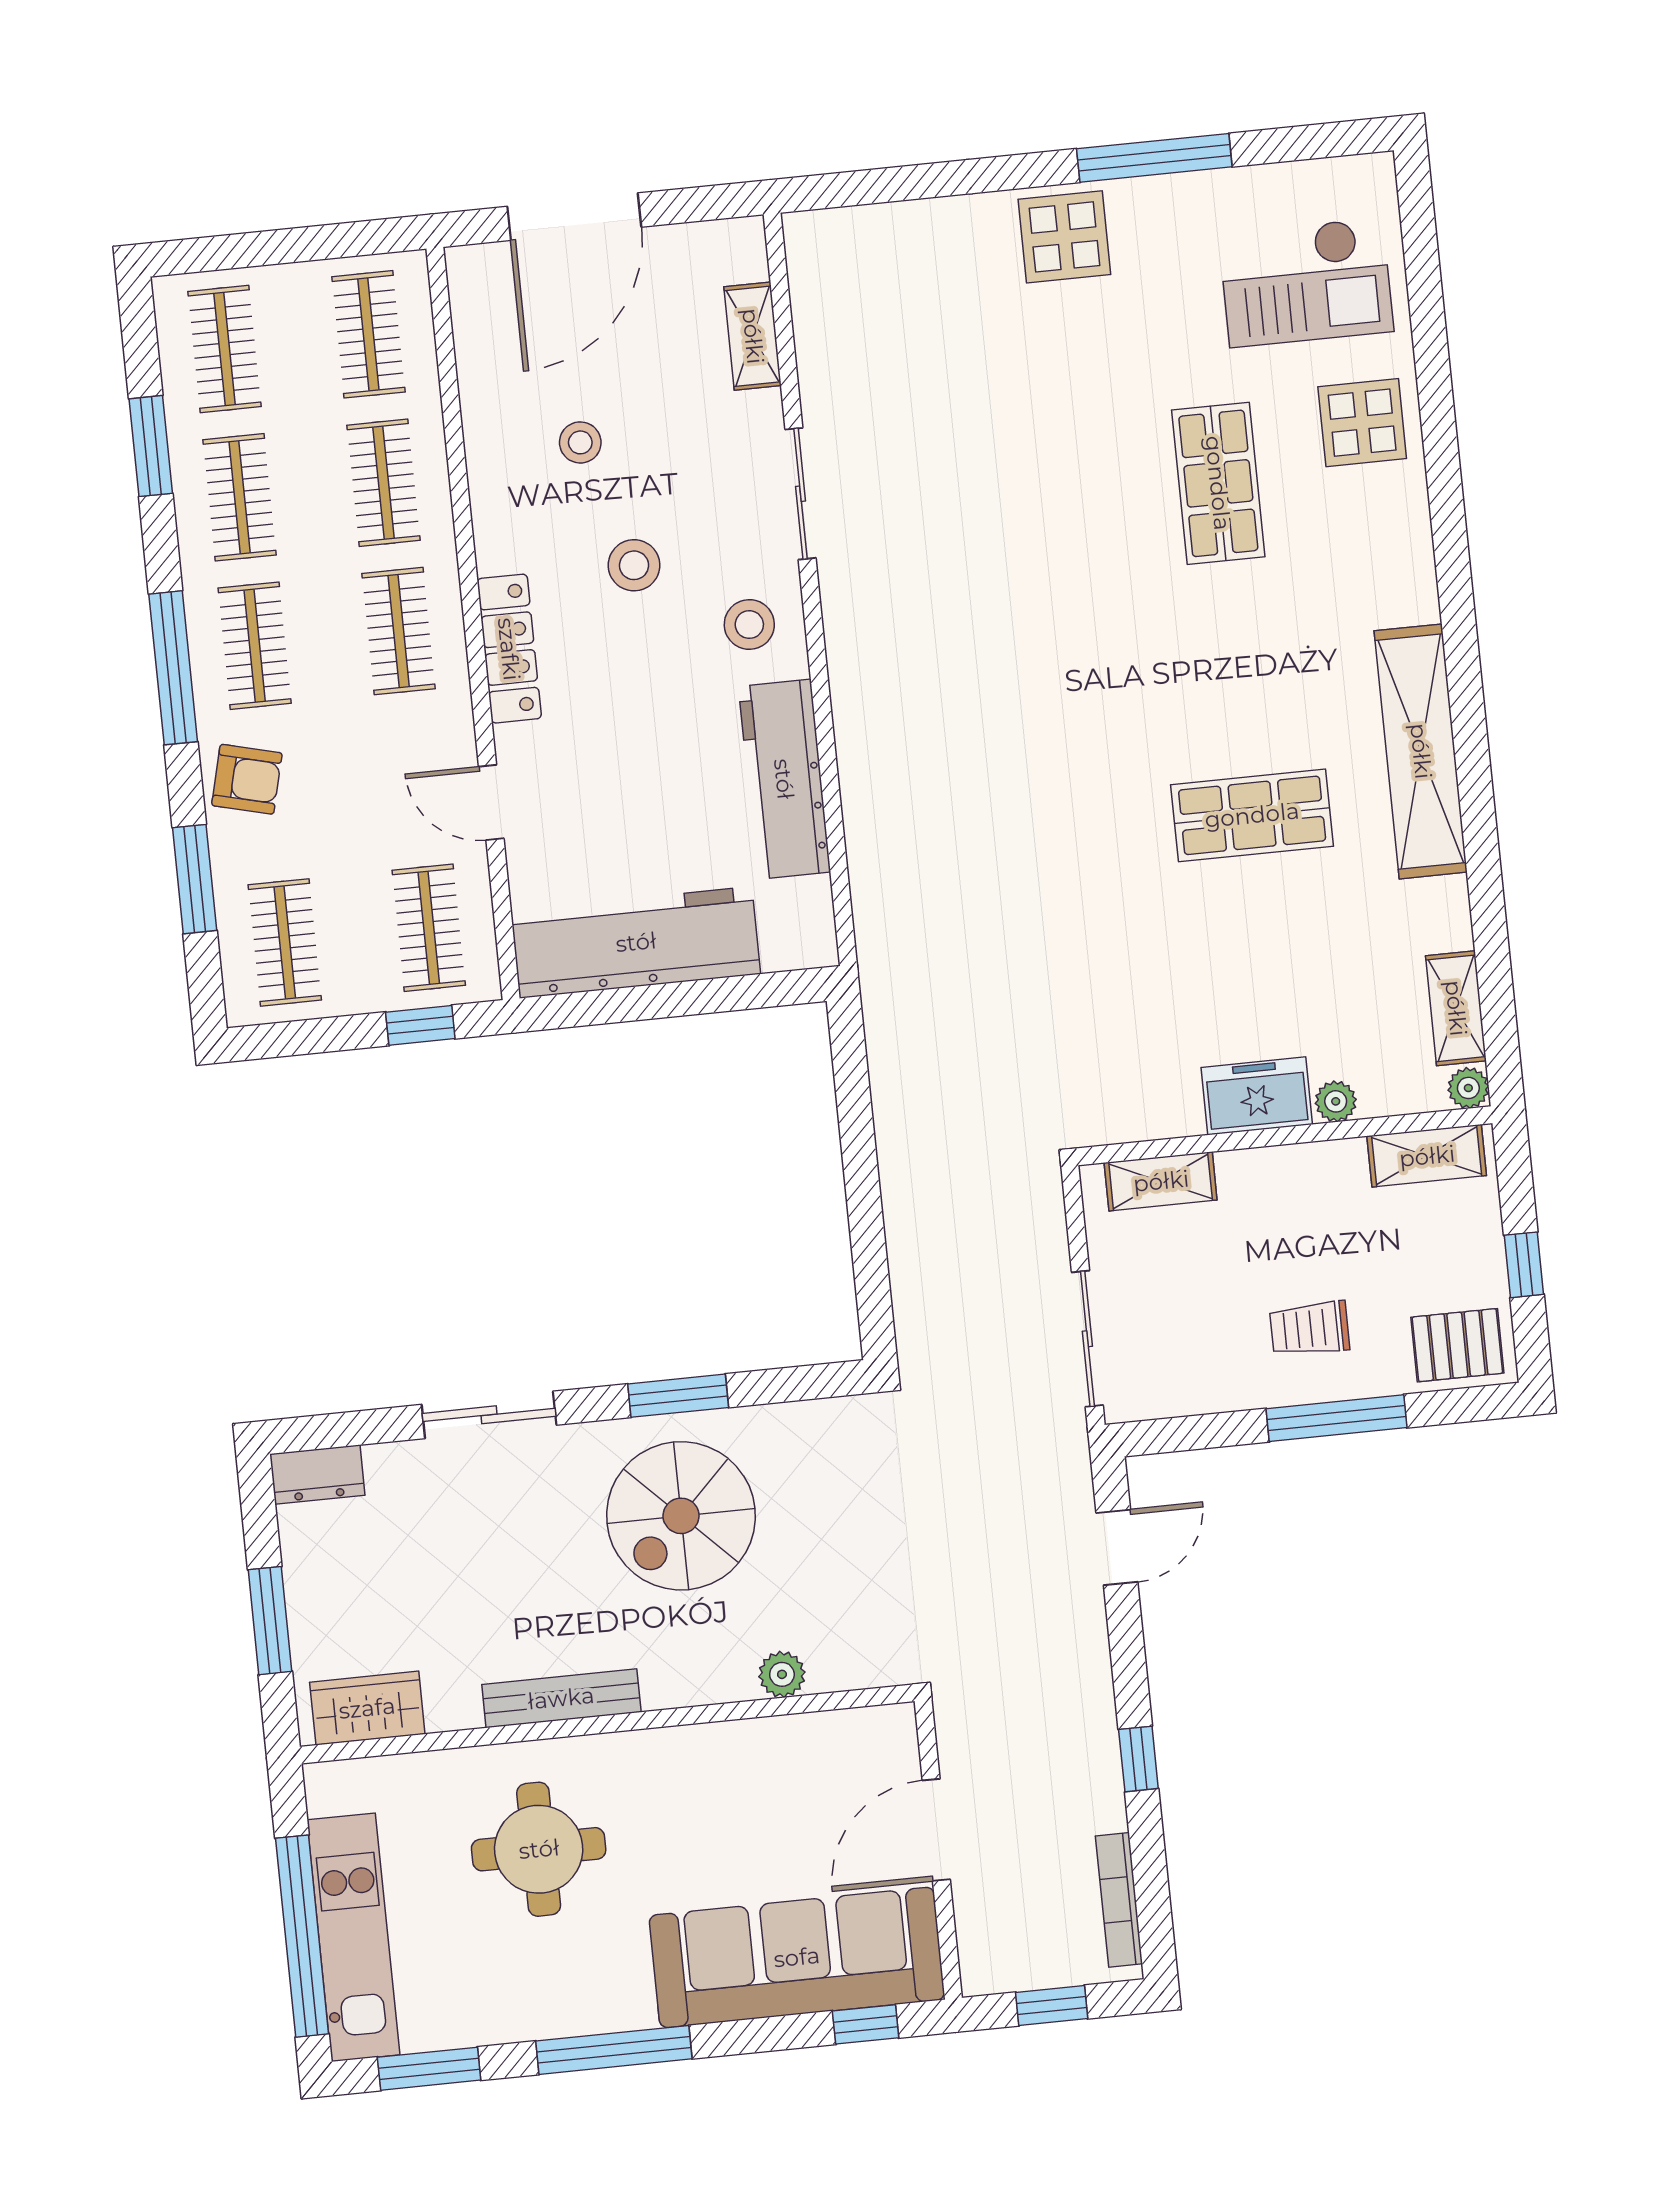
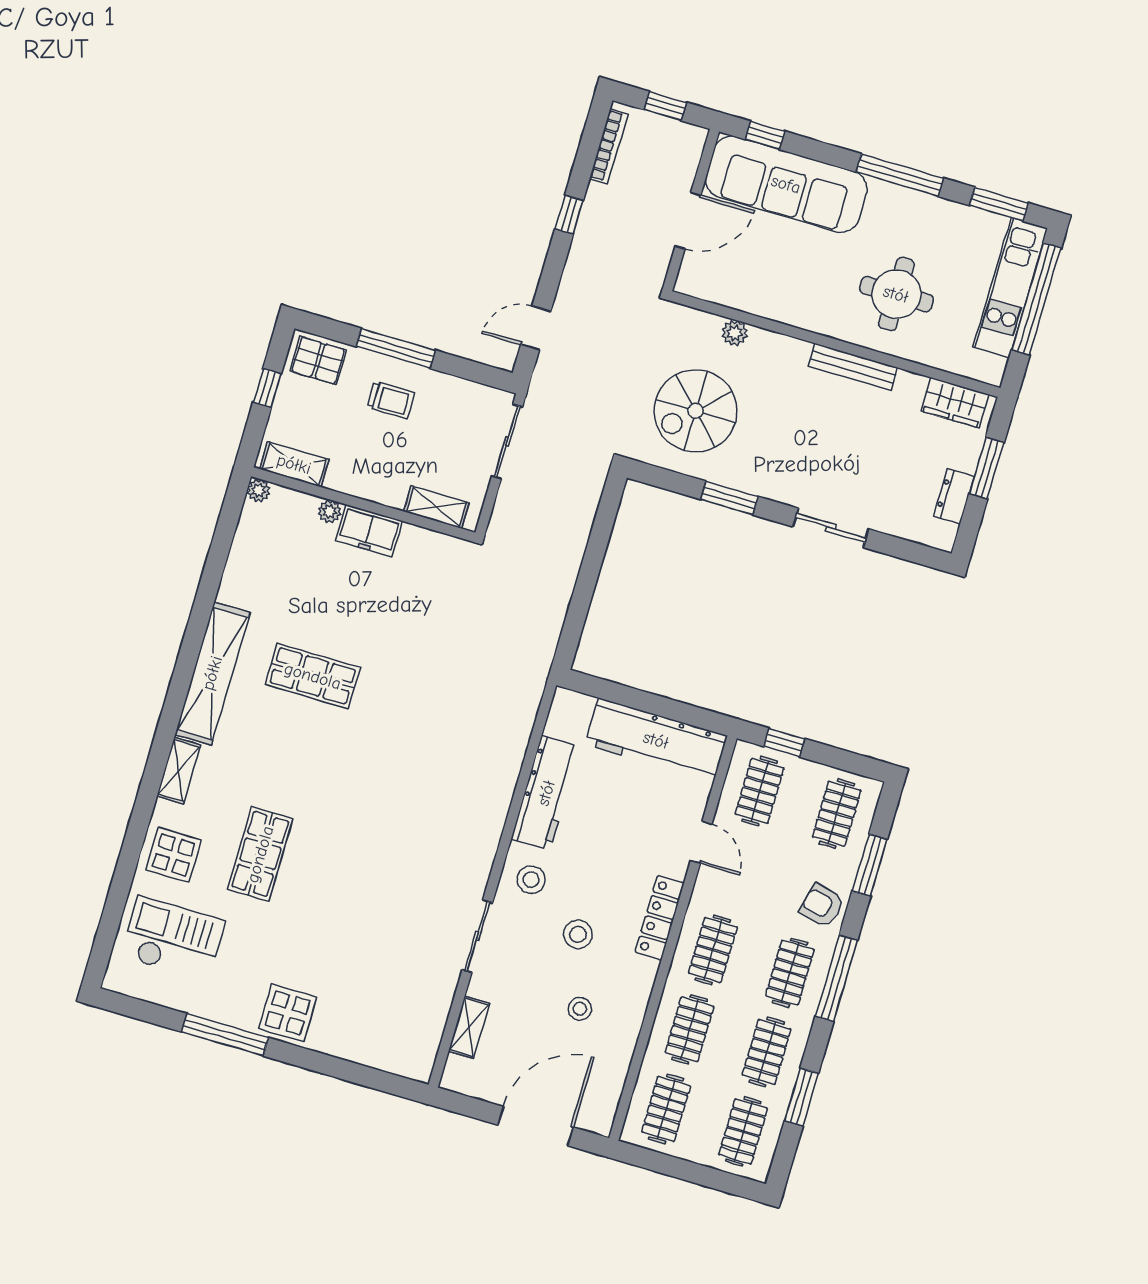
shelving: (1456, 1008) -> (179, 770), moved
dresser: (317, 1475) -> (954, 496), moved, turned -90
spiral stairs: (681, 1516) -> (696, 411), moved, turned 180

